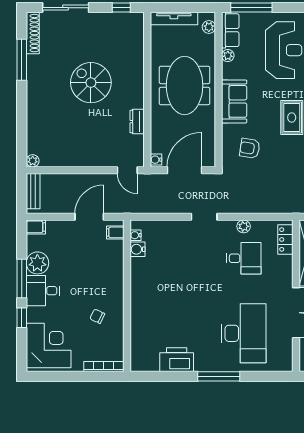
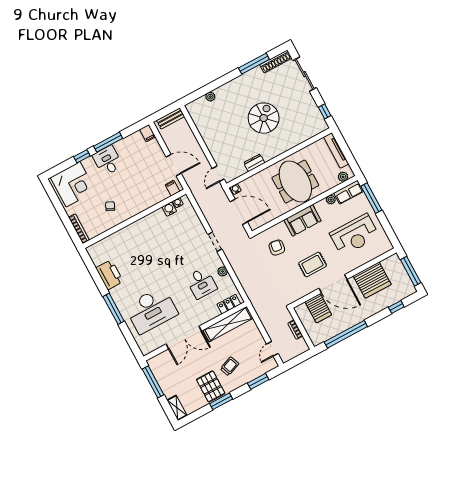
meeting table: (185, 86) -> (295, 182), turned 90
plant: (33, 161) -> (210, 97), moved
plant: (37, 263) -> (124, 147), removed

